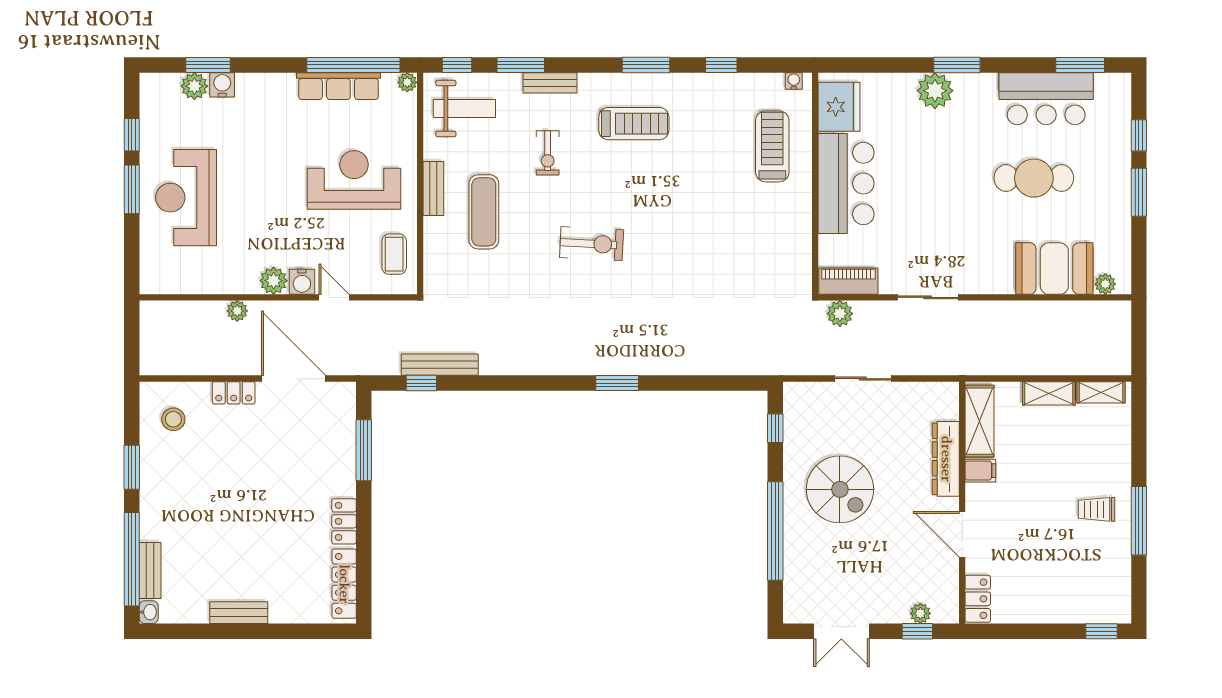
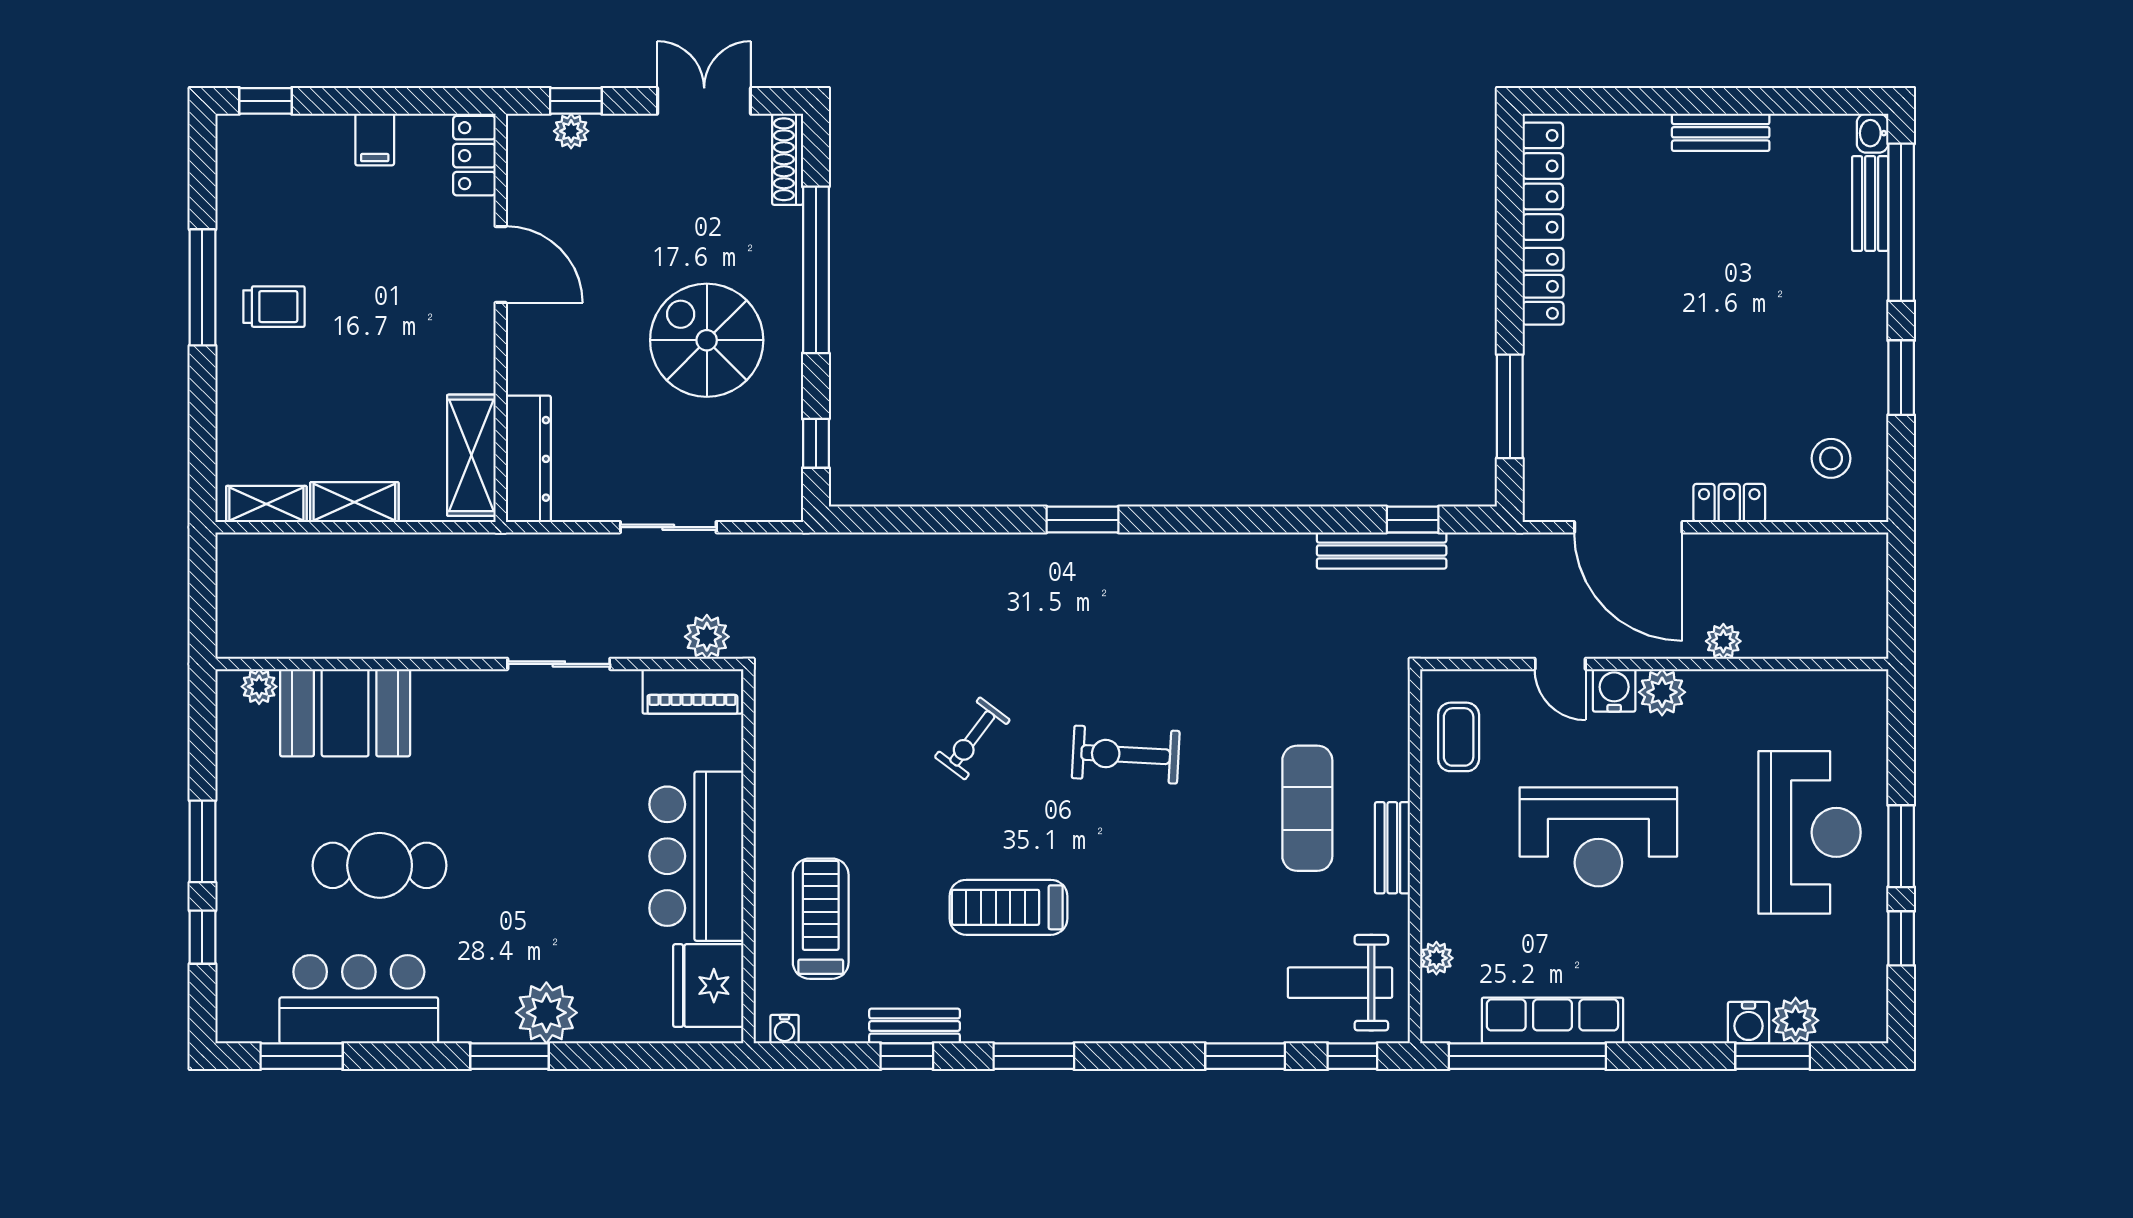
plant: (407, 82) -> (1436, 958), moved
bench: (550, 83) -> (915, 1026), moved
treadmill: (634, 124) -> (1008, 907), moved
treadmill: (772, 146) -> (821, 919), turned 180
exercise bike: (548, 153) -> (972, 738), moved, turned -143
reception desk: (354, 180) -> (1598, 837), moved
dresser: (946, 459) -> (528, 459), moved
filing cabinet: (980, 471) -> (375, 140), moved, turned -90
shoe rack: (792, 597) -> (788, 159), added

